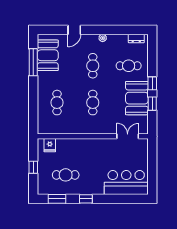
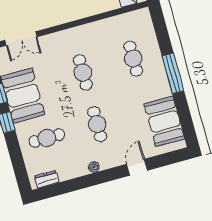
window: (33, 62) -> (173, 73), moved

